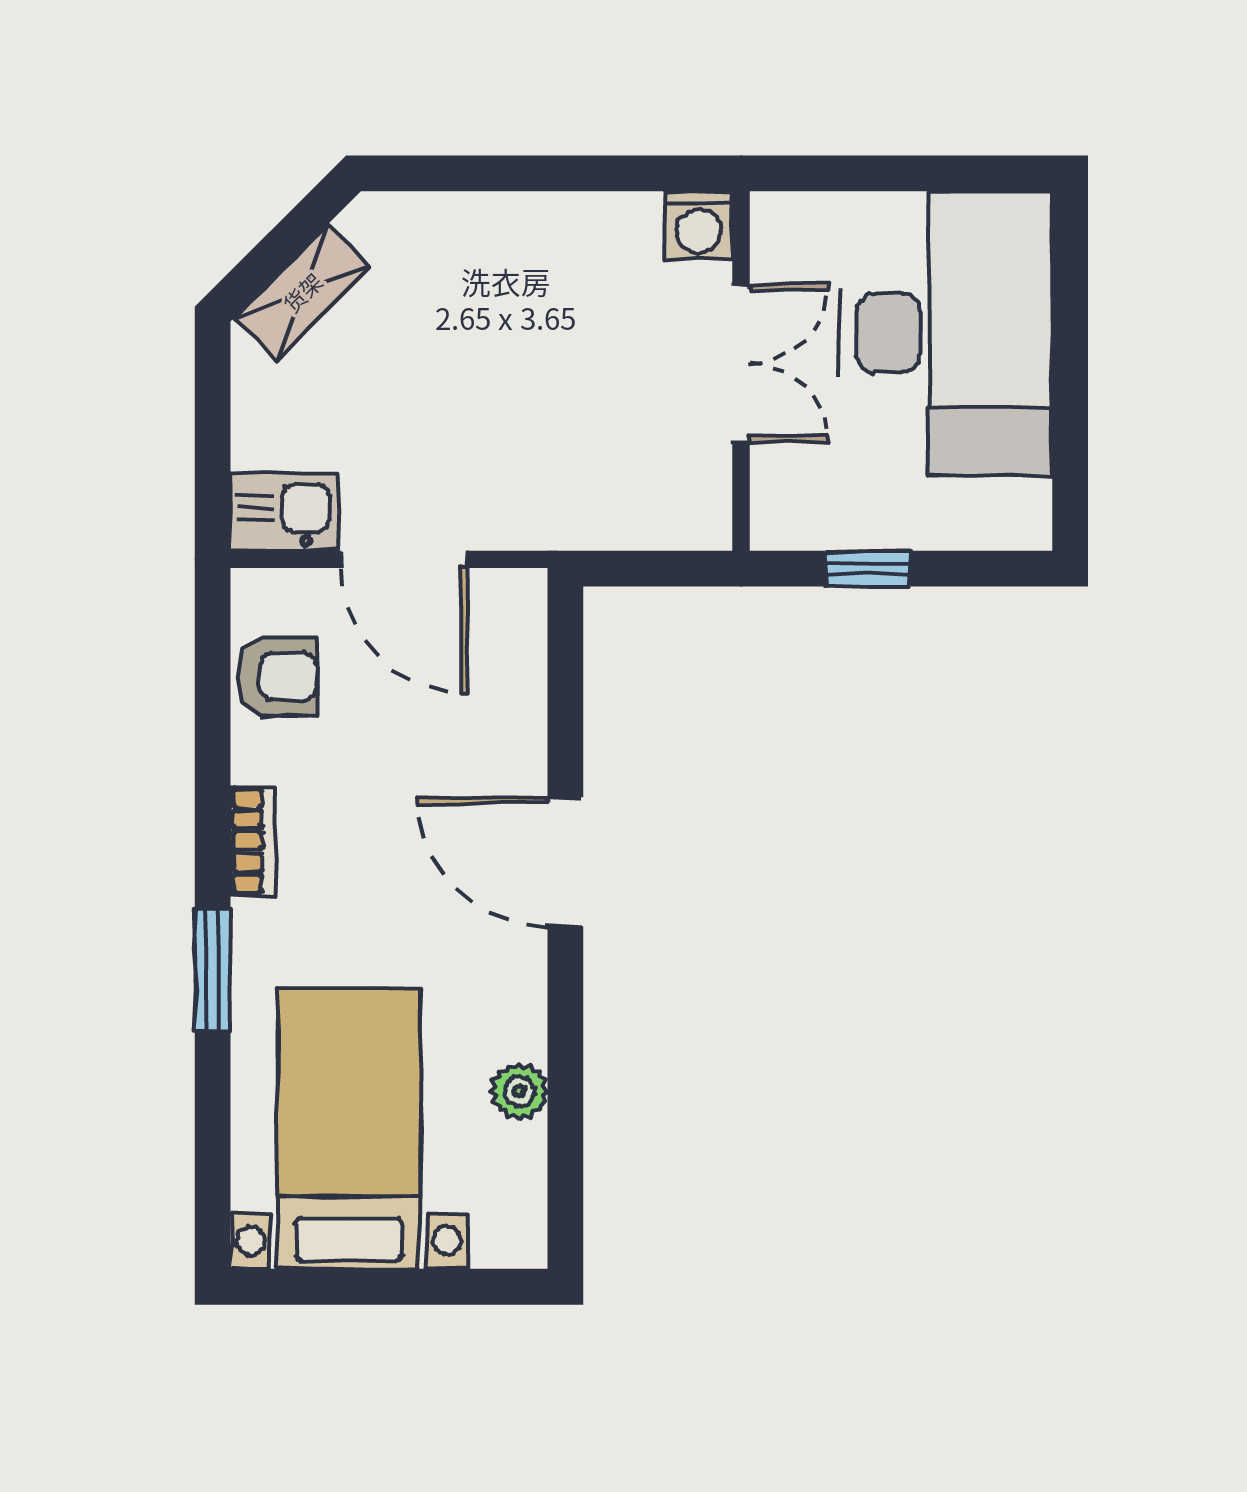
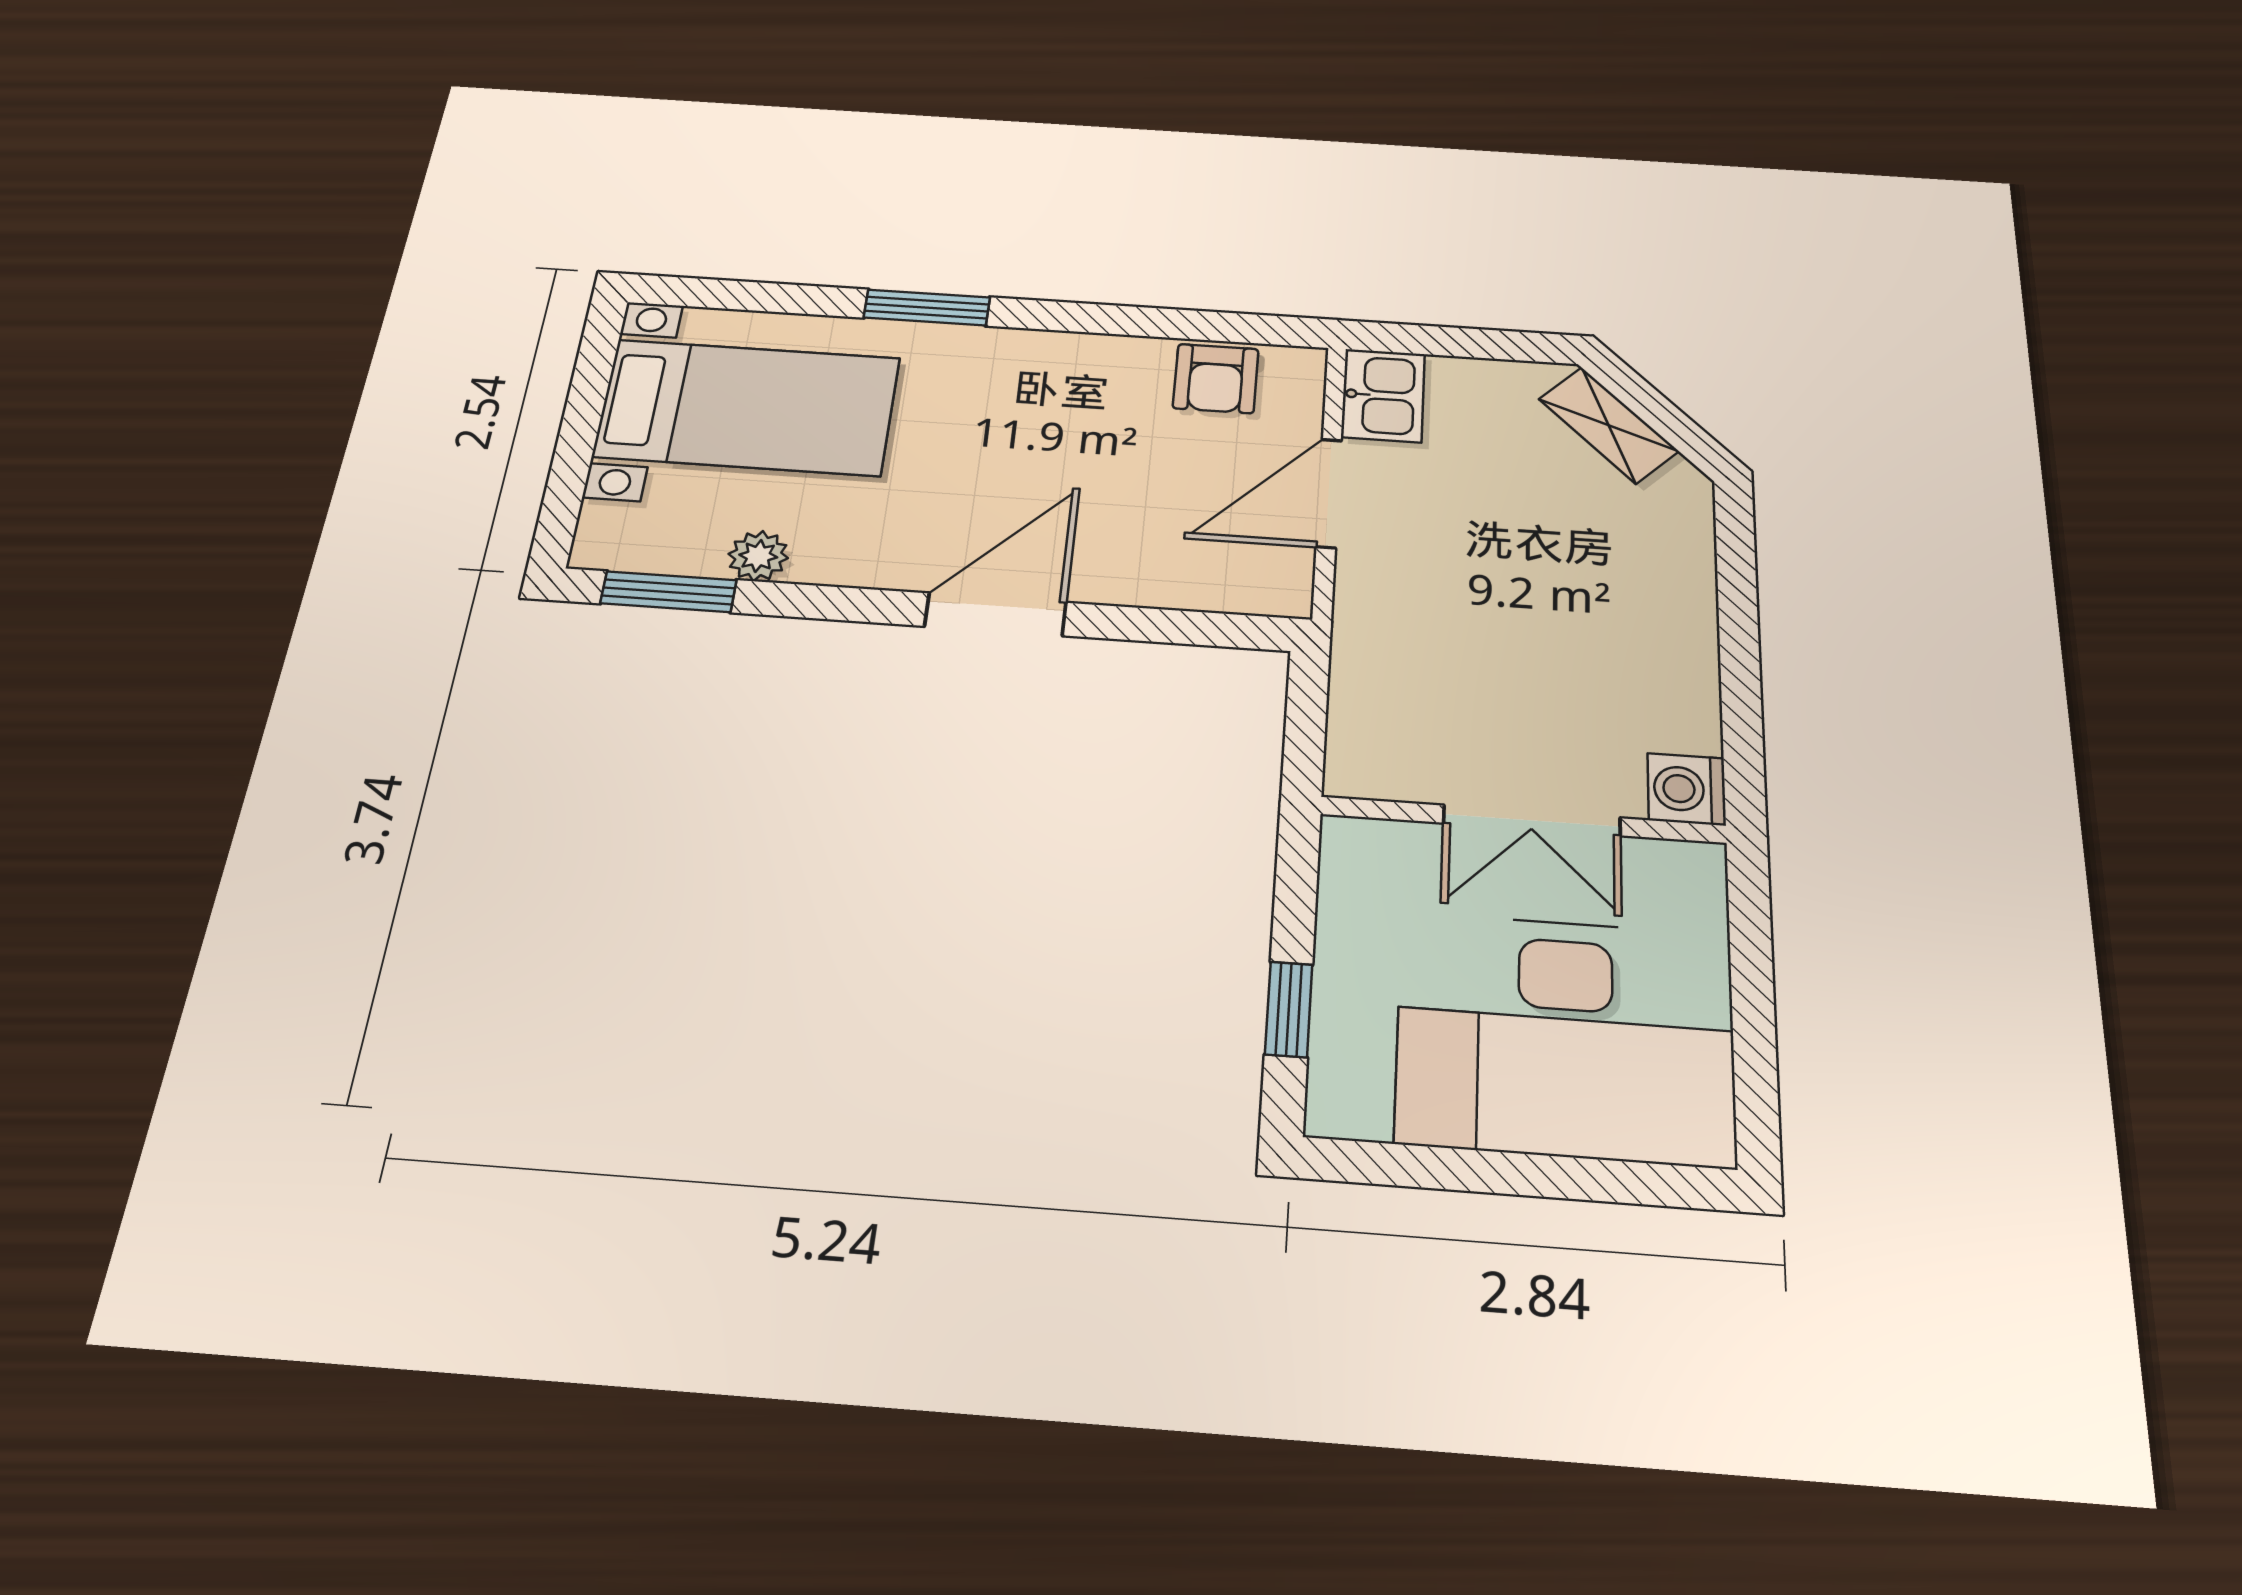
window: (868, 569) -> (1289, 1009), moved
bookcase: (253, 841) -> (1052, 348), removed
window: (565, 1168) -> (668, 592), added

